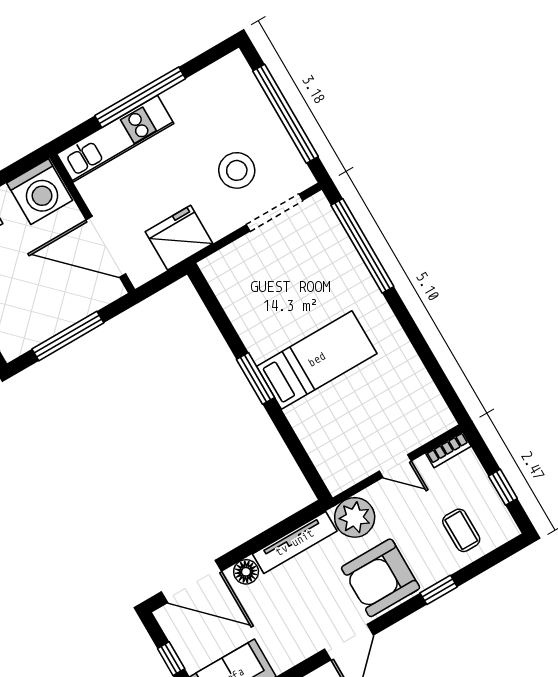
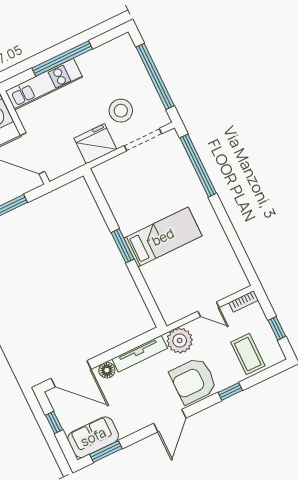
fridge: (179, 238) -> (95, 144), moved
coffee table: (461, 530) -> (248, 354), width x1.36, depth x1.30

